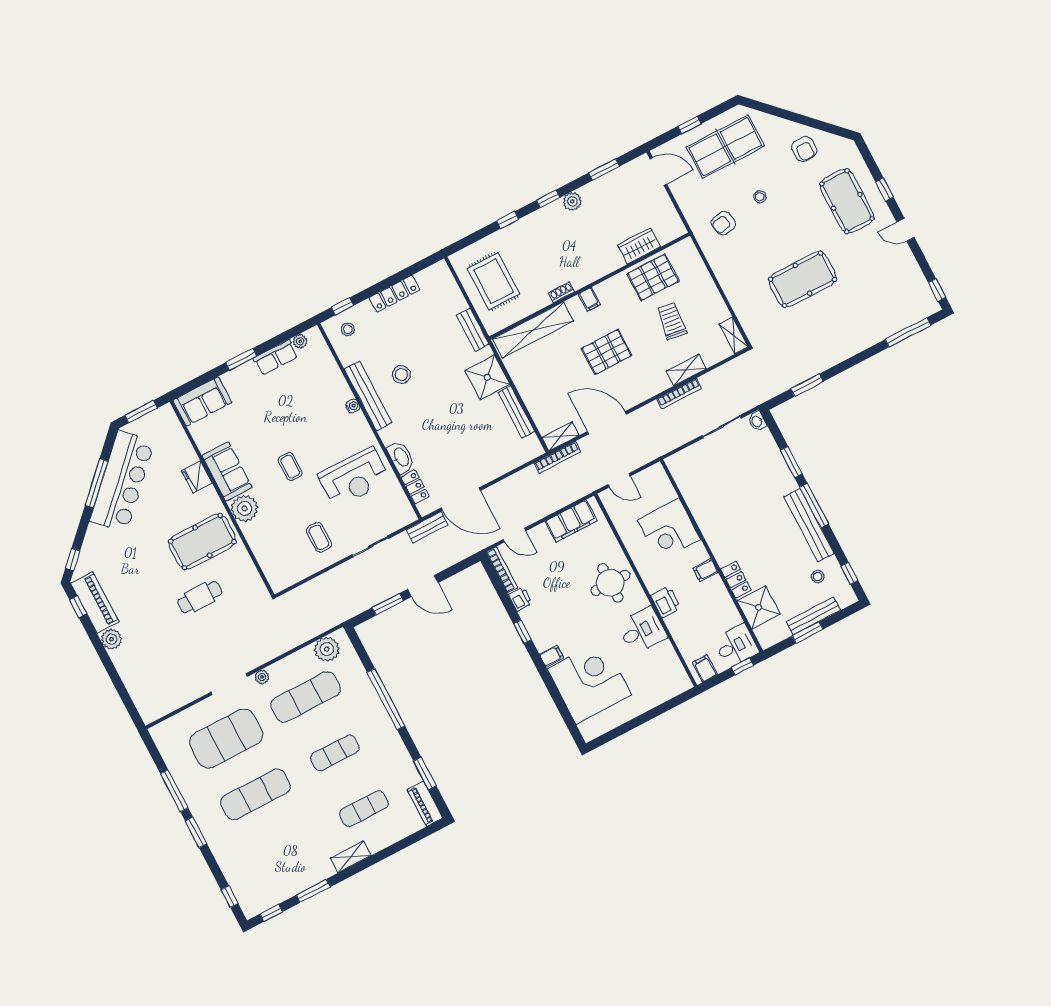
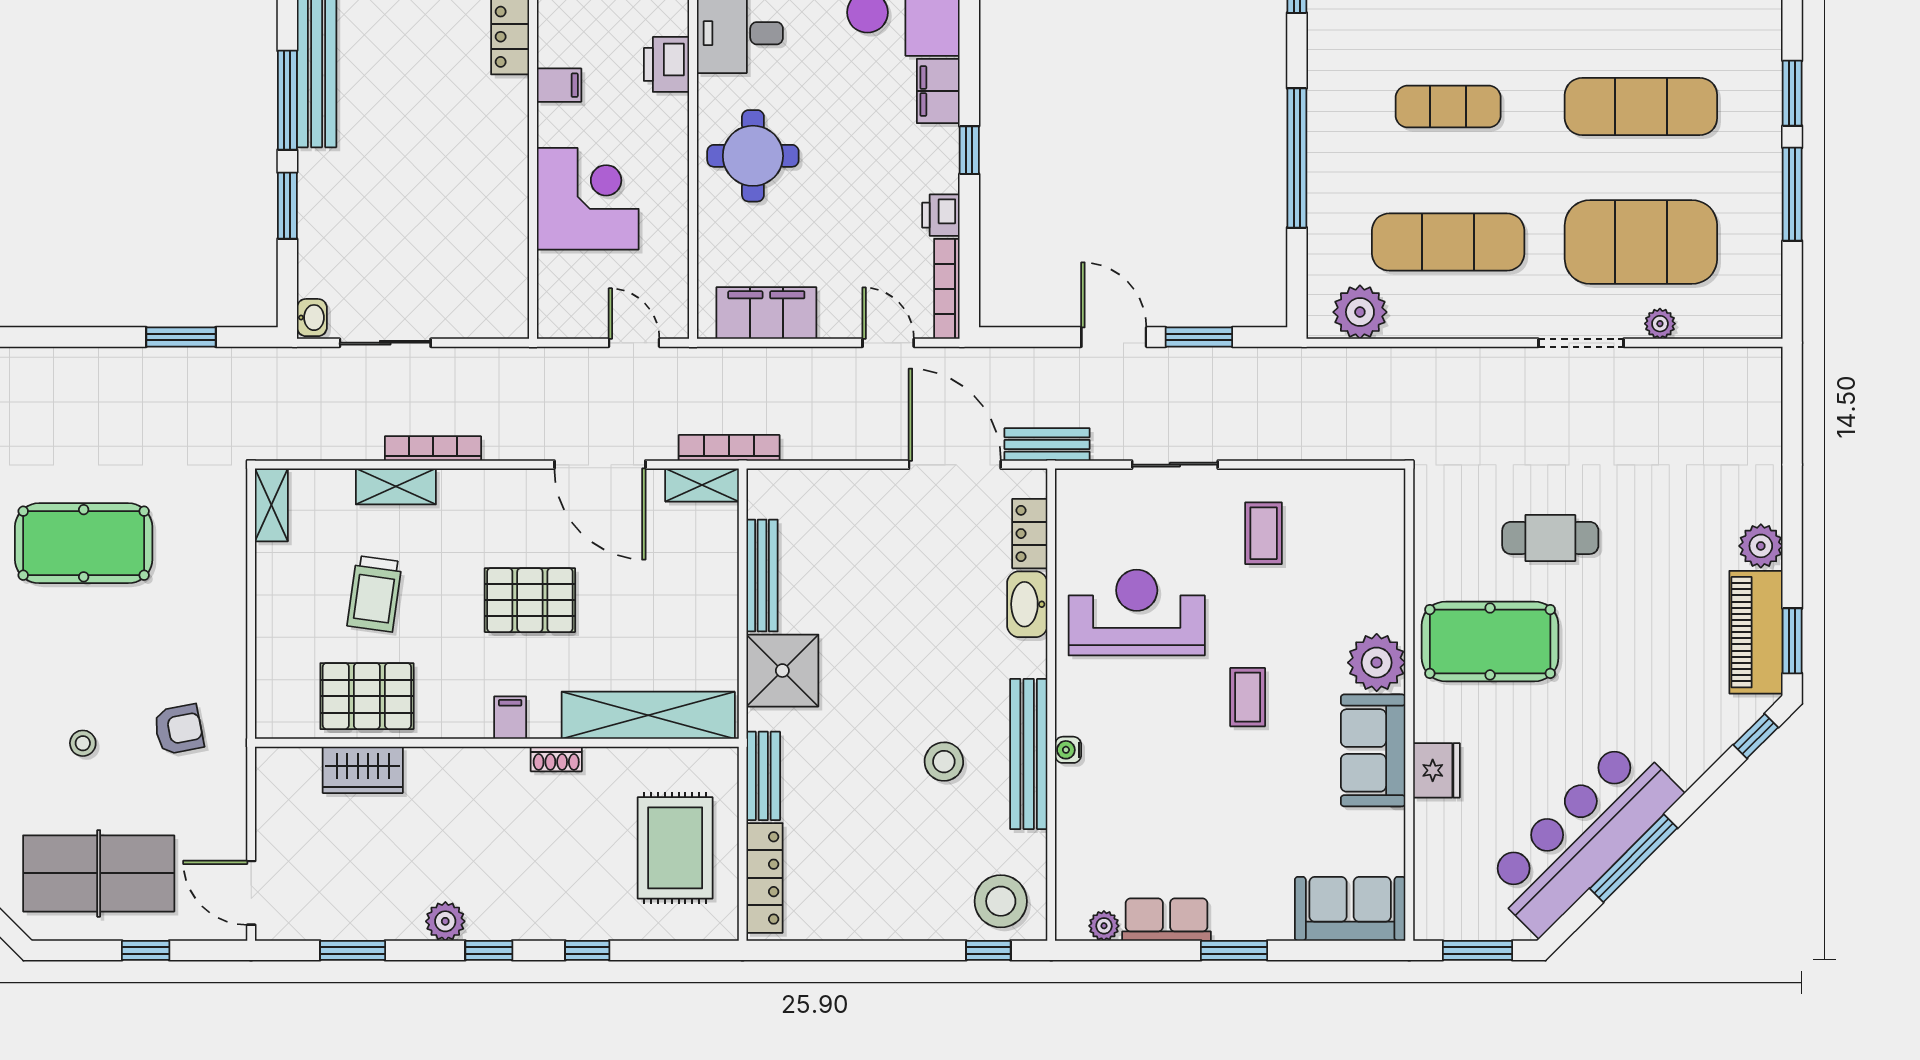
locker: (394, 294) -> (765, 878), moved, turned 90
stool: (348, 329) -> (1001, 901), width x1.89, depth x1.89
window: (78, 607) -> (1792, 641), width x1.50
filing cabinet: (551, 656) -> (938, 91), width x2.00
plant: (262, 677) -> (1660, 324), moved

